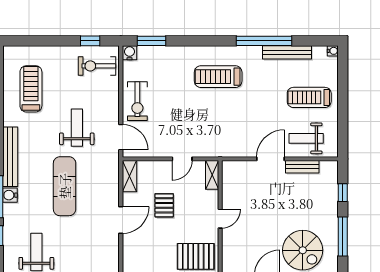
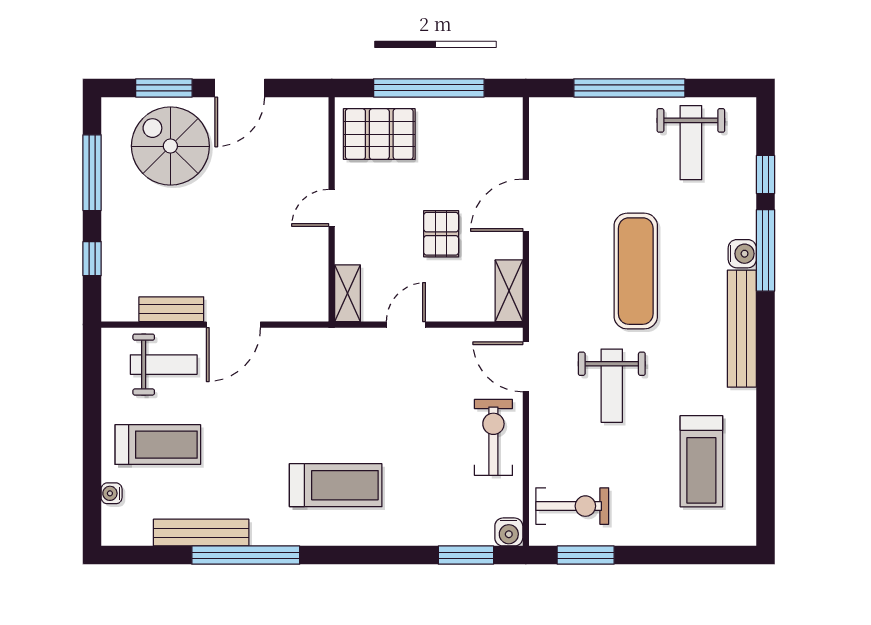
window: (90, 41) -> (586, 555), width x1.50
water cooler: (333, 51) -> (112, 493), moved

